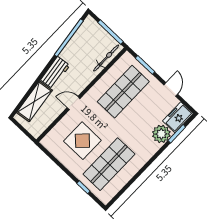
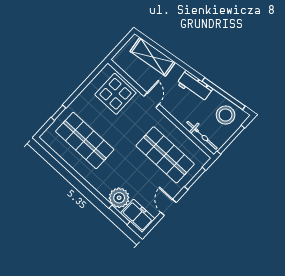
stool: (88, 36) -> (226, 115), added
workbench: (55, 73) -> (195, 86), moved
door: (171, 89) -> (168, 207), swing flipped
display table: (82, 141) -> (115, 94), moved

